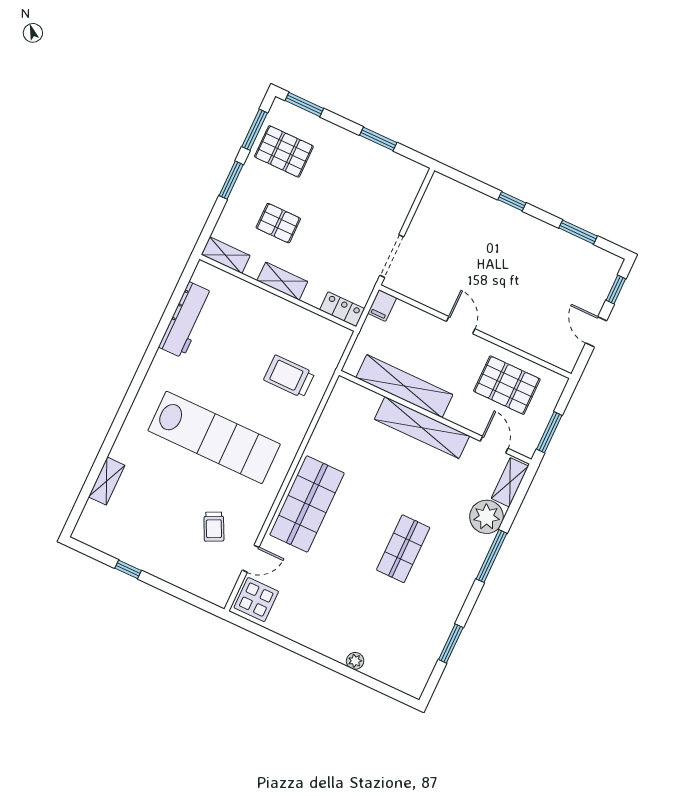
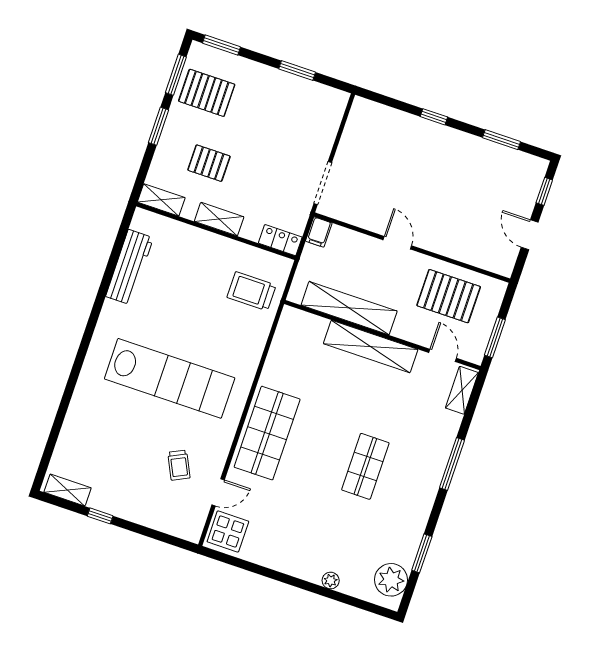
trolley: (289, 376) -> (251, 291), moved
shelving: (107, 481) -> (68, 490), moved, turned 90
plant: (486, 517) -> (391, 580), moved

